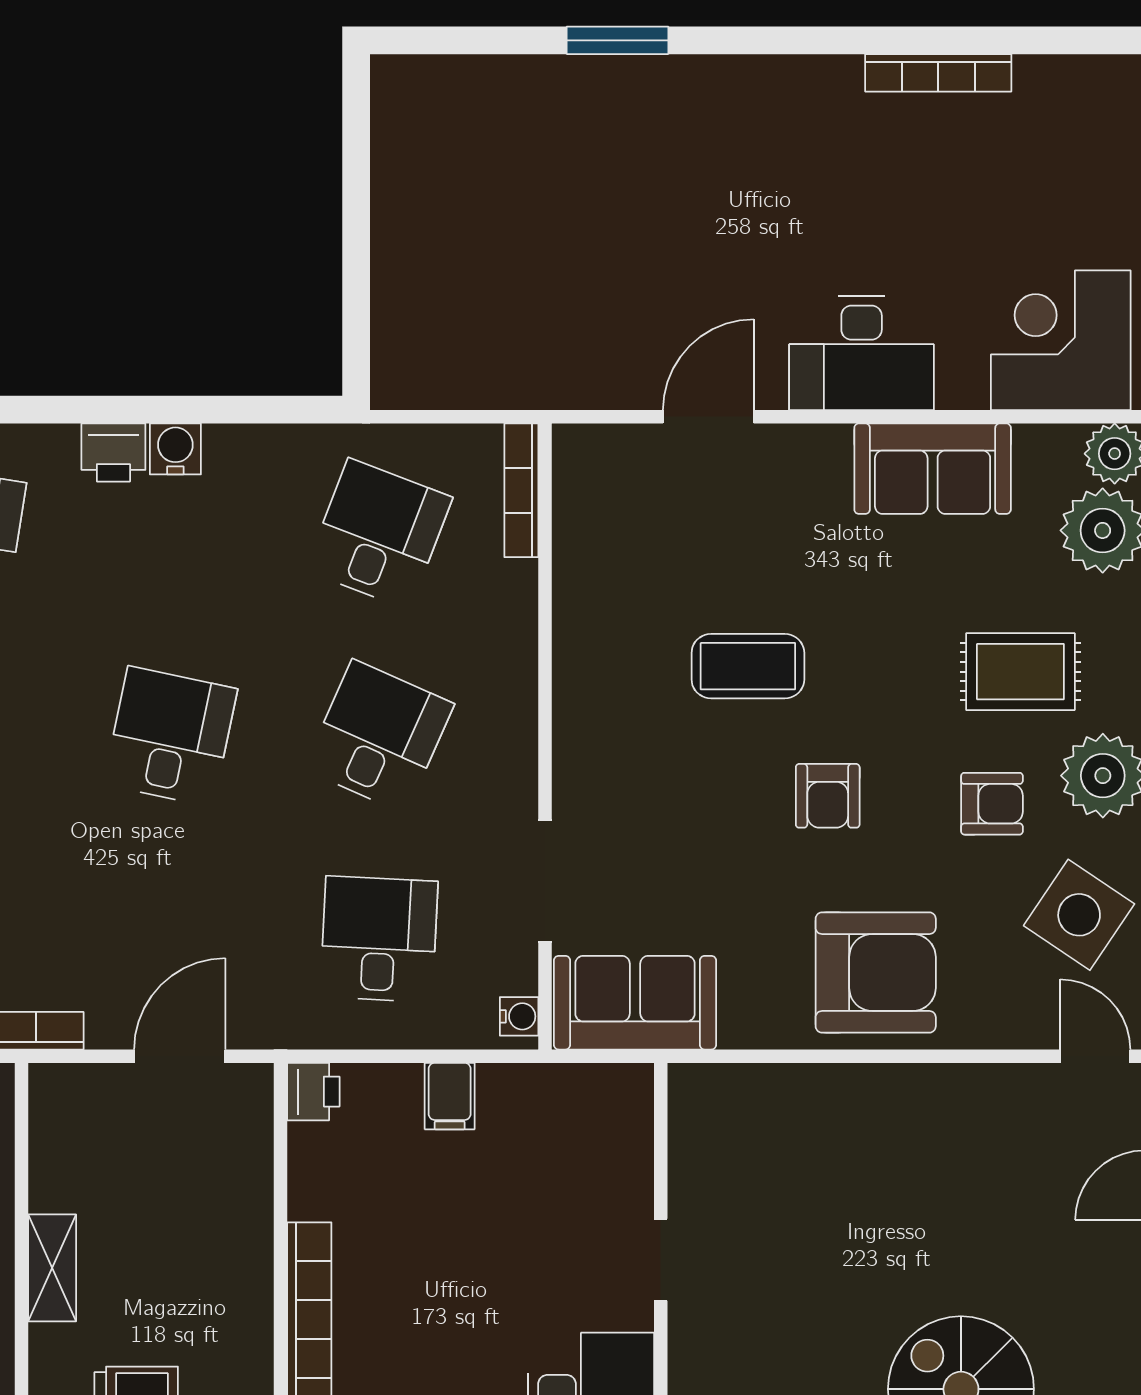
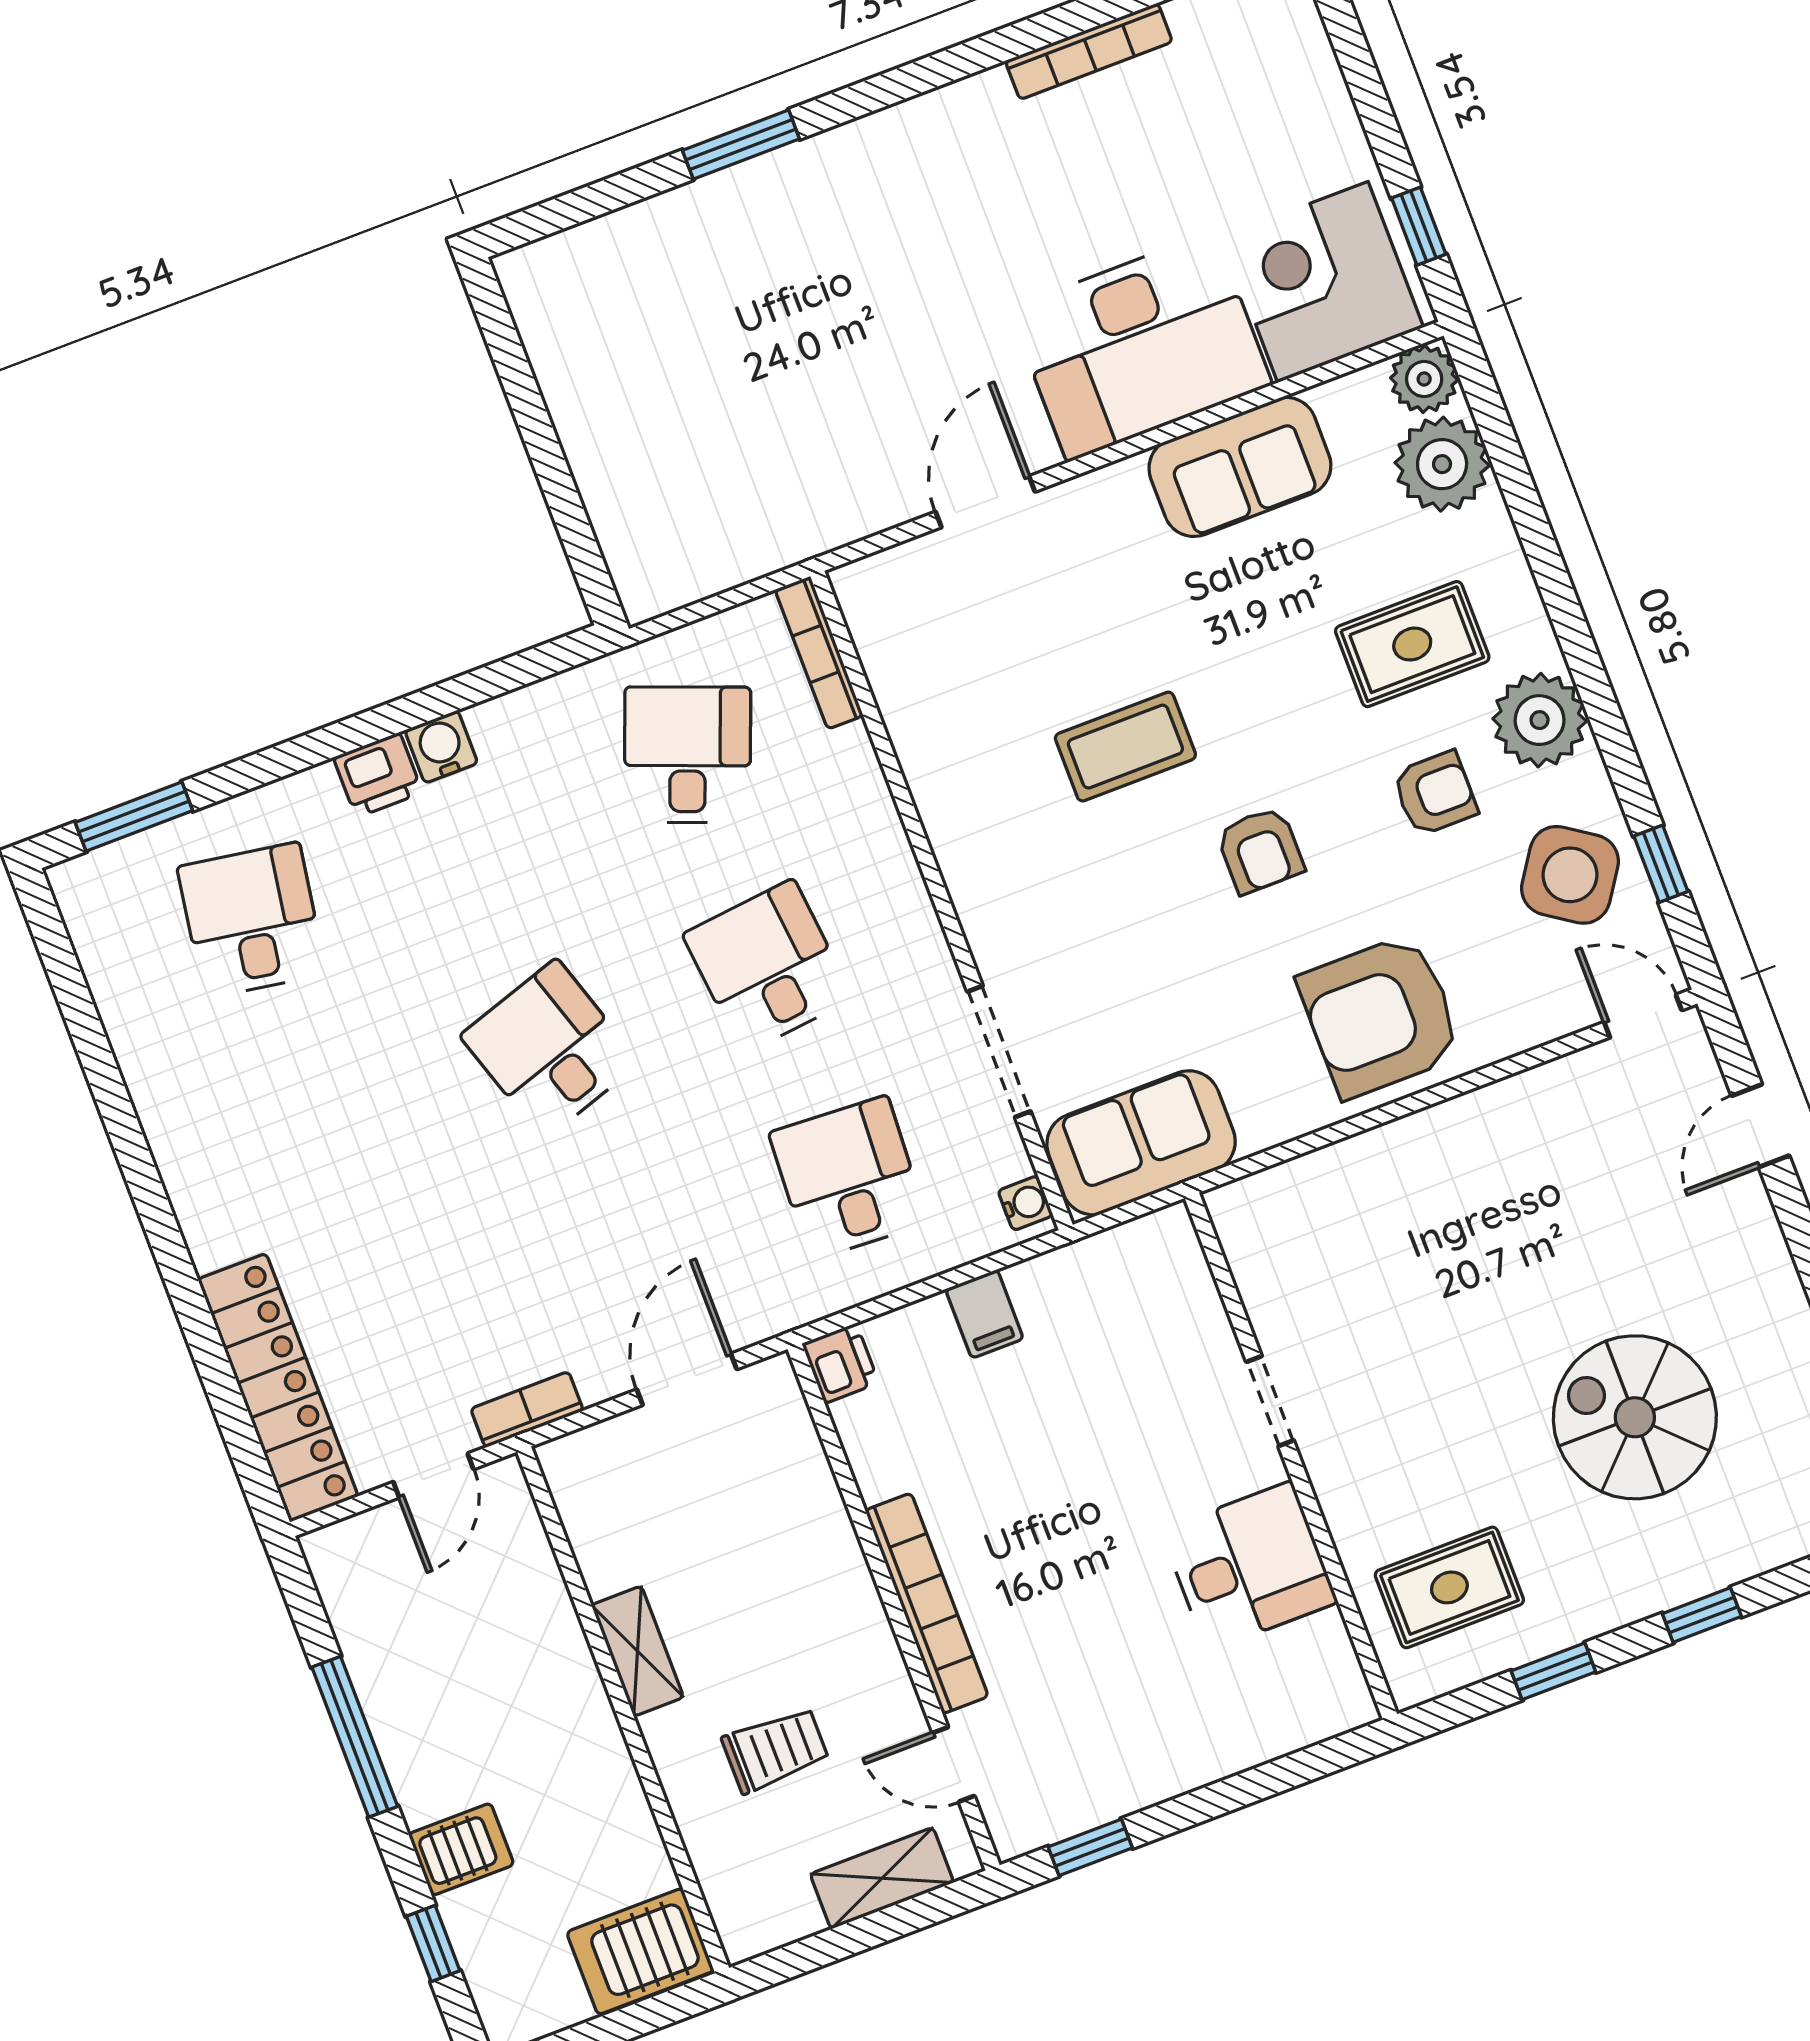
desk: (862, 353) -> (1141, 346), width x1.36, depth x1.30
desk: (170, 736) -> (550, 1049), turned -30
desk: (379, 736) -> (768, 966), turned -30
armchair: (876, 973) -> (1380, 1016), turned 180

